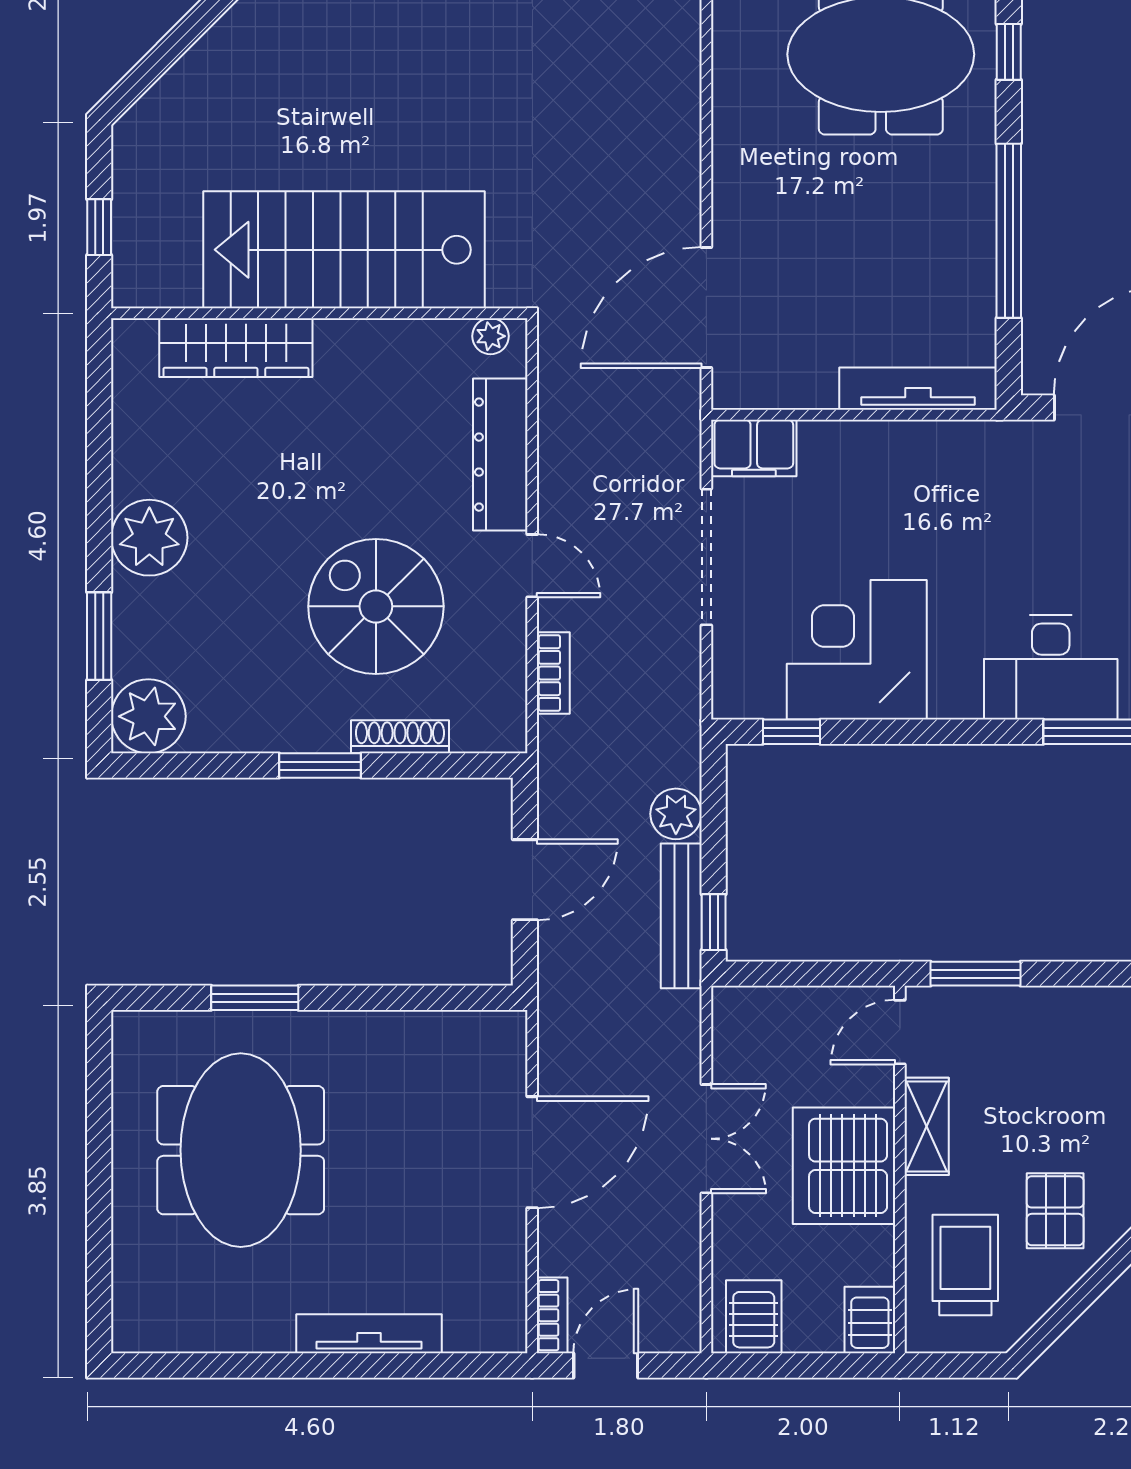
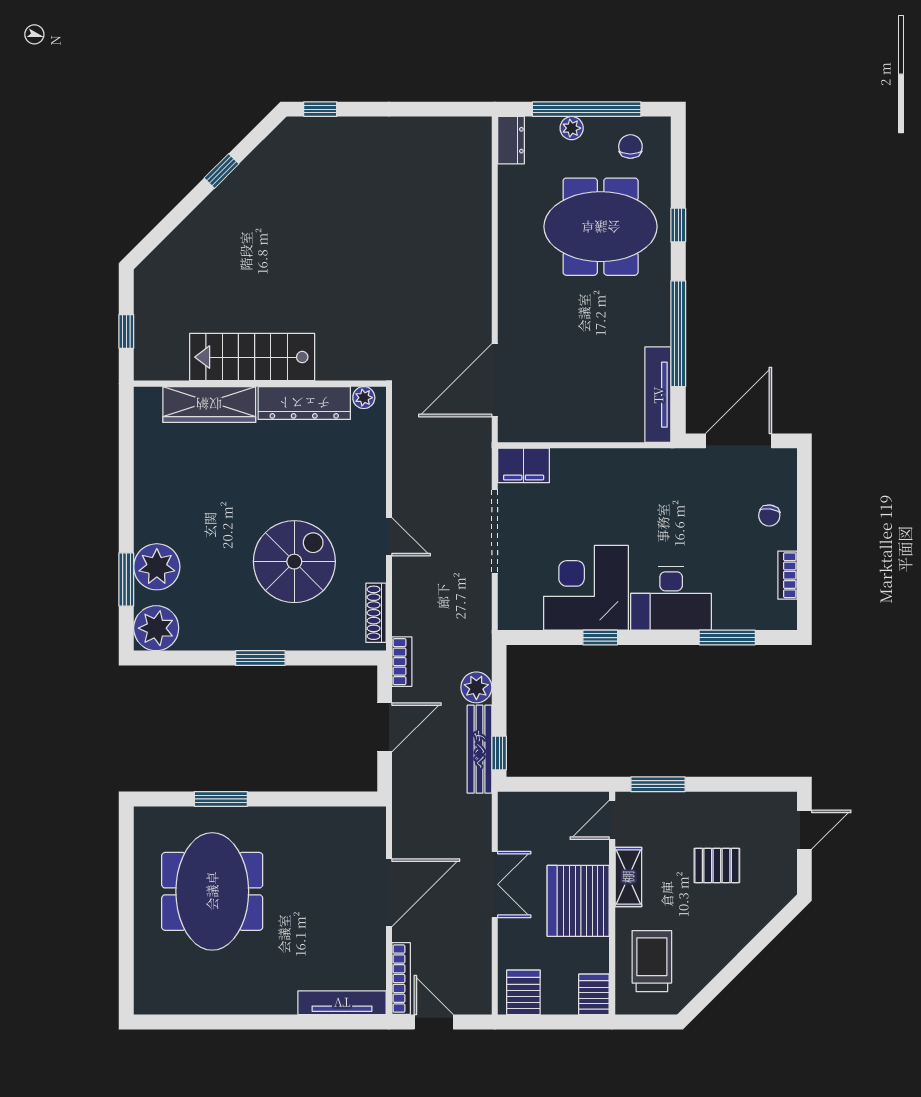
stairs: (344, 250) -> (252, 357), width x0.73, depth x0.66
tv unit: (918, 389) -> (658, 395), moved, turned -90
dresser: (500, 455) -> (304, 403), moved, turned -90
plant: (149, 538) -> (157, 567), moved
spiral stairs: (376, 606) -> (294, 562), turned 90
desk: (1051, 667) -> (671, 598), moved
bookcase: (553, 673) -> (402, 662), moved
window: (792, 732) -> (600, 638), moved
shoe rack: (400, 737) -> (376, 613), moved, turned -90
pallet: (1055, 1211) -> (717, 865), moved, turned 90
bookcase: (552, 1315) -> (401, 979), width x1.56
tv unit: (369, 1334) -> (342, 1003), moved
door: (606, 1366) -> (434, 1022), hinge flipped

